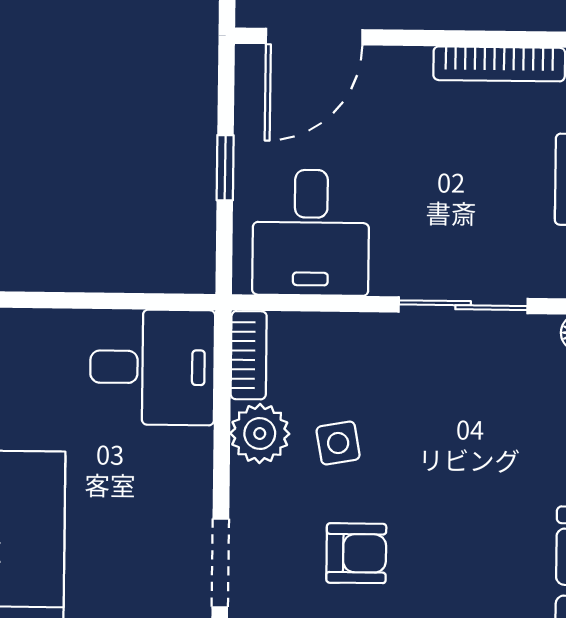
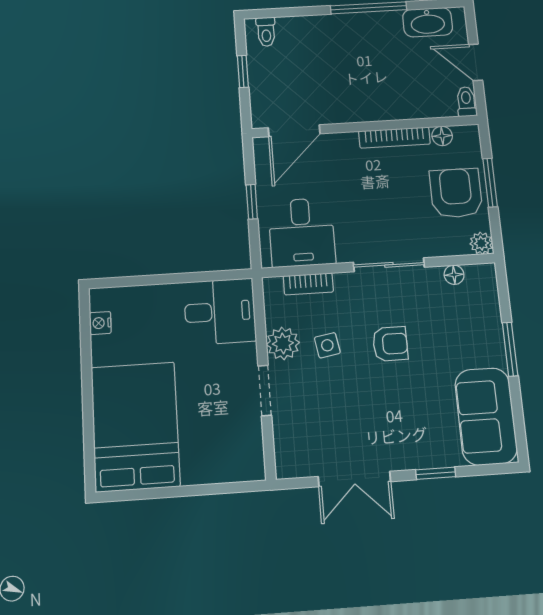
bookcase: (249, 355) -> (308, 284), moved, turned 90
armchair: (356, 553) -> (390, 344), moved
doorway: (220, 563) -> (265, 390), moved

